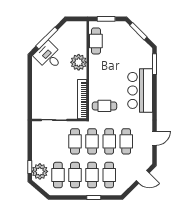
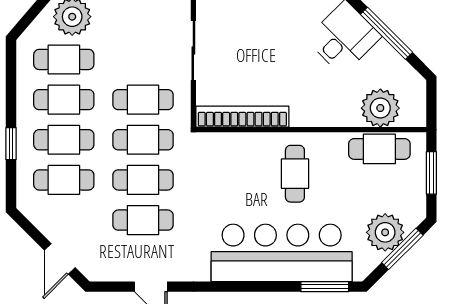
plant: (131, 39) -> (385, 232), added
plant: (79, 62) -> (380, 108), moved
bar counter: (140, 90) -> (282, 253), width x1.36
cafe table: (104, 106) -> (295, 174), moved

